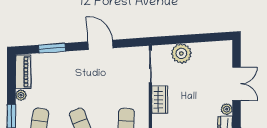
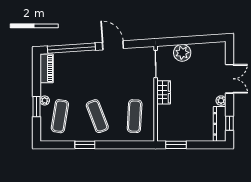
window: (52, 48) -> (71, 48), width x2.11
plant: (21, 95) -> (45, 100), moved

